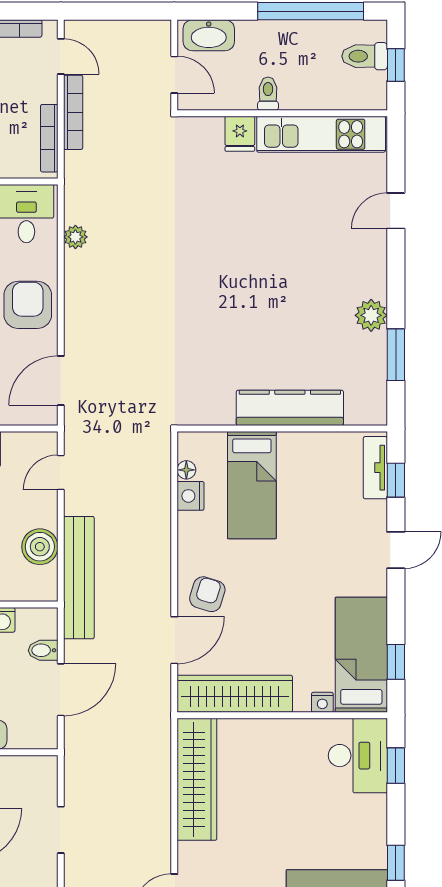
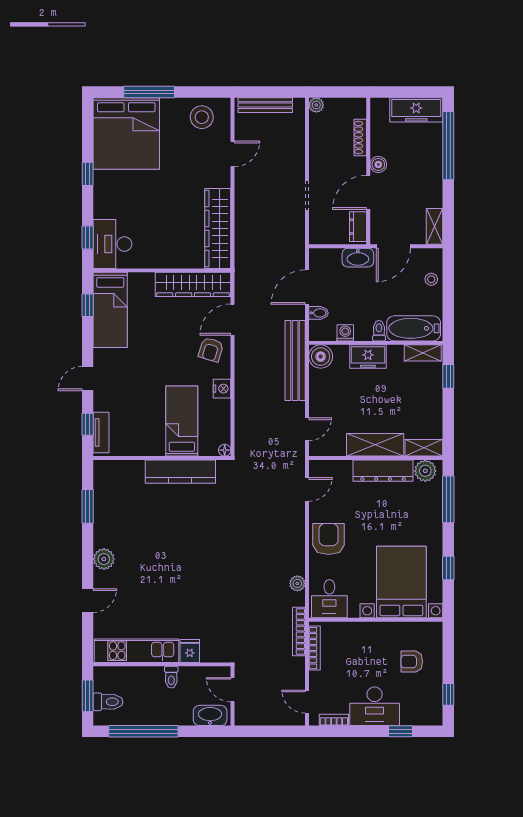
window: (396, 65) -> (88, 696), width x1.50
bookcase: (73, 112) -> (299, 631), moved
armchair: (28, 305) -> (329, 539), turned 180
plant: (371, 315) -> (104, 559), moved
door: (61, 381) -> (307, 489), width x0.73
kitchen counter: (290, 408) -> (180, 472), moved
floor lamp: (186, 470) -> (225, 450), moved
nightstand: (190, 496) -> (222, 389), moved
boiler: (40, 547) -> (321, 357), moved
nightstand: (322, 702) -> (136, 279), removed

